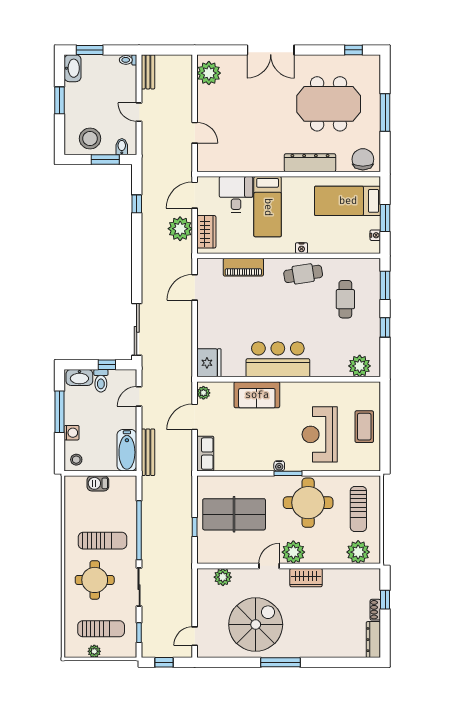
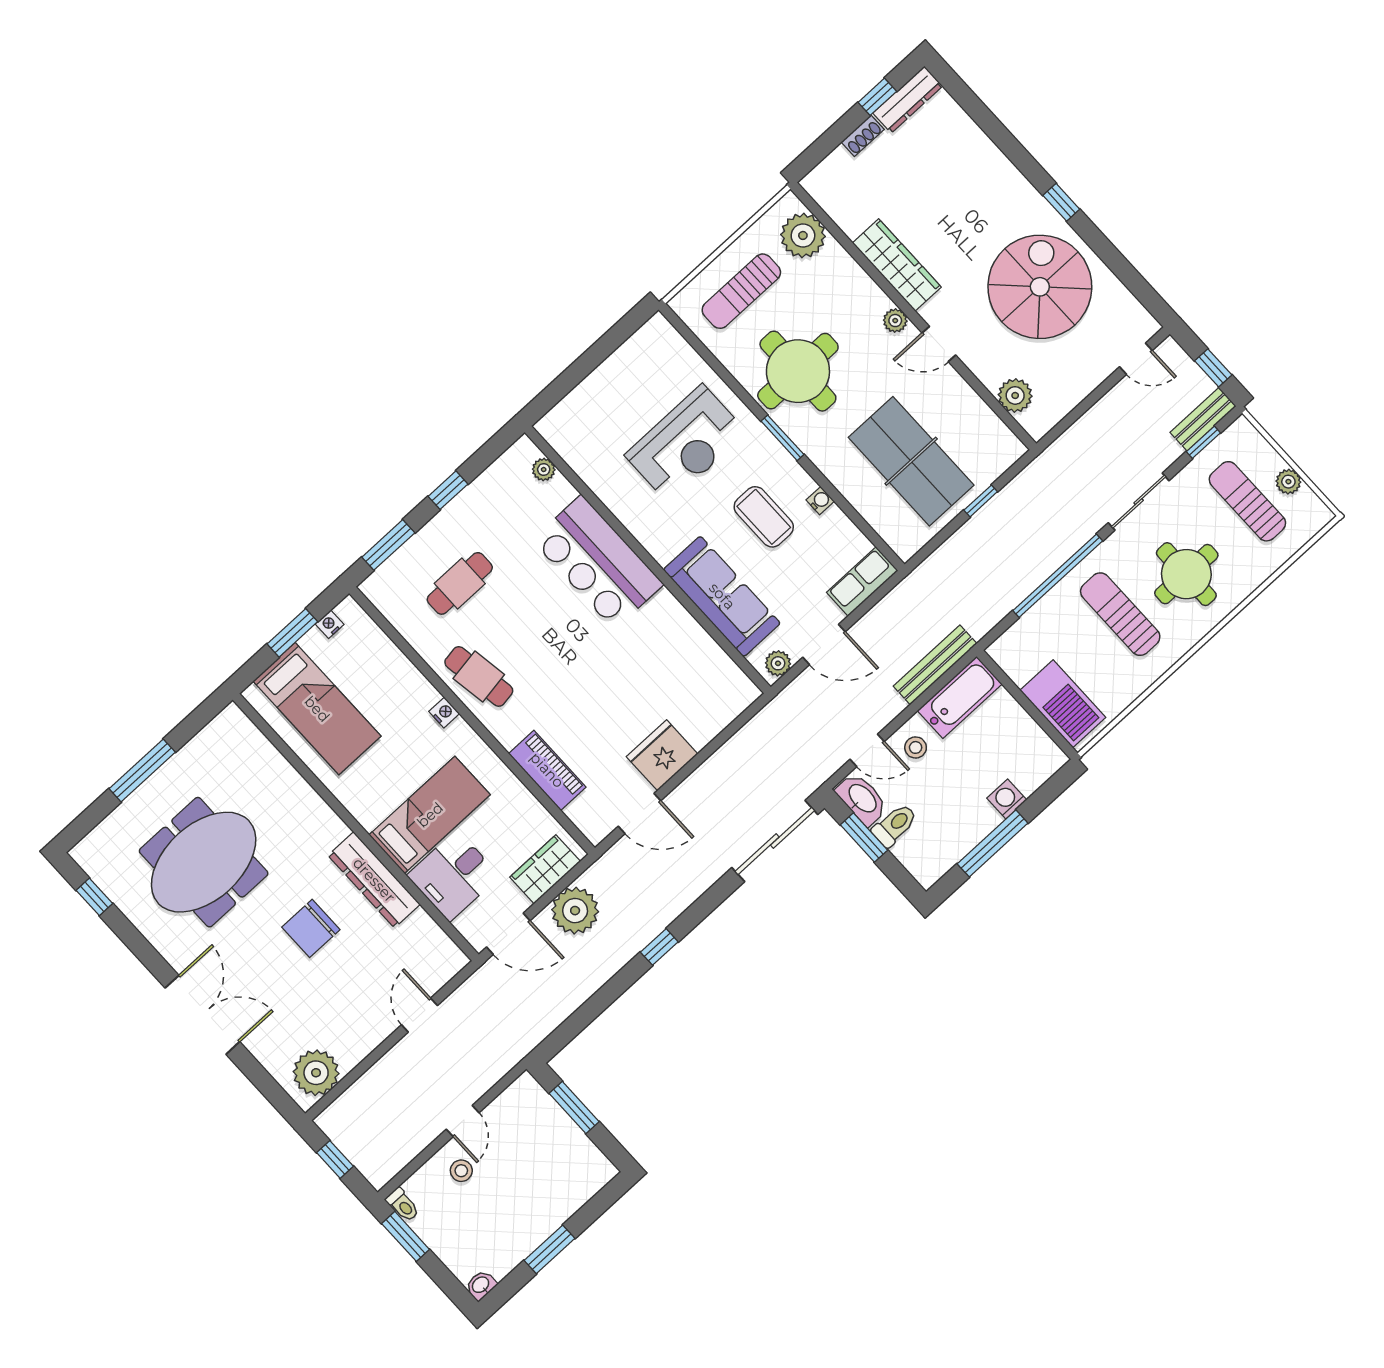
window: (90, 50) -> (406, 1236), moved
window: (169, 50) -> (335, 1159), added
washbasin: (73, 68) -> (481, 1285), width x0.52, depth x0.69
bench: (148, 72) -> (1203, 419), moved
meeting table: (329, 104) -> (204, 862), turned 90
stool: (90, 139) -> (461, 1171), moved, width x0.53, depth x0.53
bidet: (122, 147) -> (534, 1101), removed
chair: (363, 159) -> (311, 928), moved
dresser: (310, 163) -> (374, 880), moved
window: (137, 204) -> (659, 947), moved
bar counter: (278, 359) -> (598, 562), moved
fridge: (209, 363) -> (662, 755), moved
window: (107, 365) -> (864, 837), width x1.50
plant: (360, 366) -> (544, 469), width x0.53, depth x0.53
washbasin: (79, 377) -> (862, 799), moved
sofa: (257, 395) -> (722, 596), width x1.36
coffee table: (364, 427) -> (764, 517), moved, turned 90
stool: (76, 460) -> (916, 747), moved
water cooler: (279, 466) -> (820, 501), moved
barbecue: (98, 483) -> (1063, 704), width x1.88, depth x1.53
sun lounger: (358, 509) -> (741, 291), turned 180
plant: (293, 552) -> (895, 321), width x0.53, depth x0.53
wardrobe: (306, 578) -> (897, 265), width x1.50
window: (385, 600) -> (877, 97), moved
spiral stairs: (256, 625) -> (1040, 287), turned 90
window: (280, 662) -> (1061, 202), width x0.46

